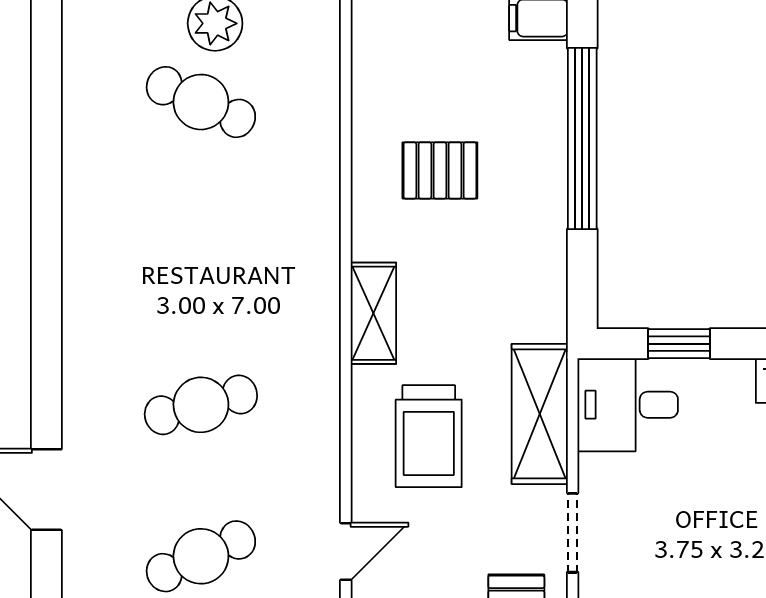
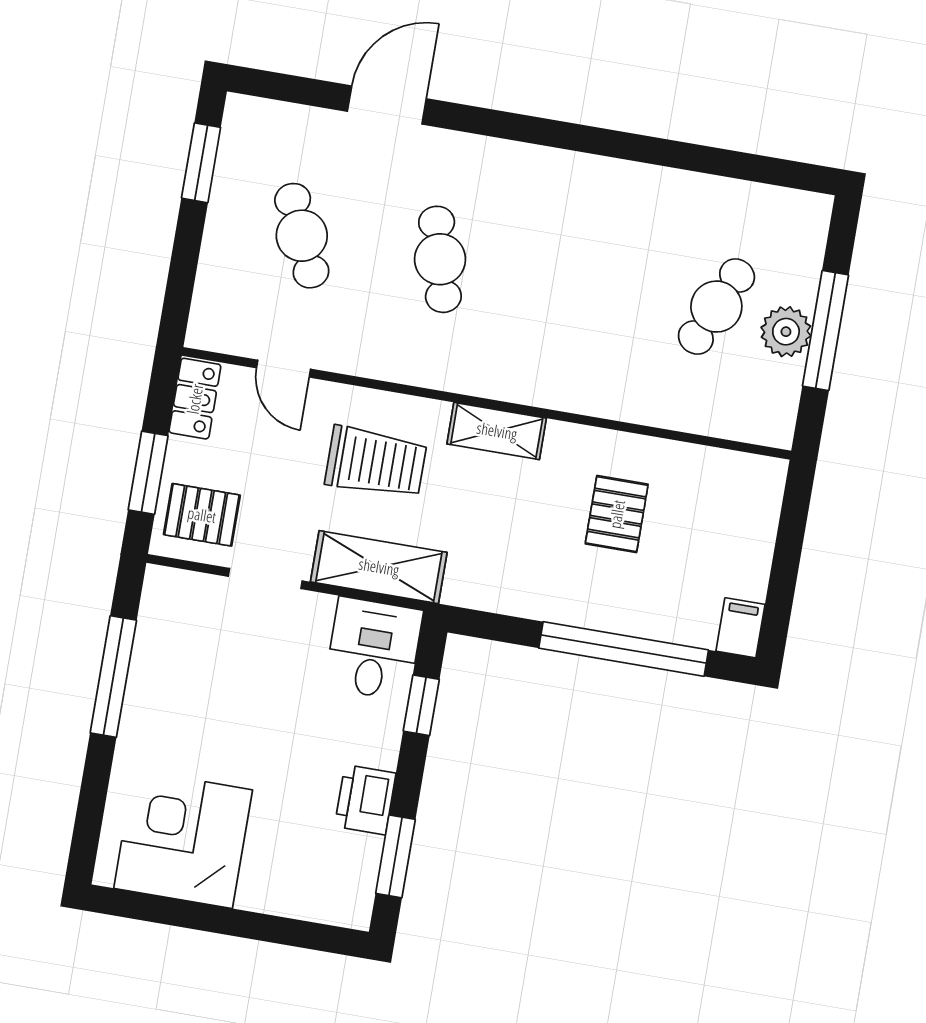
trolley: (429, 436) -> (376, 462), turned 180

